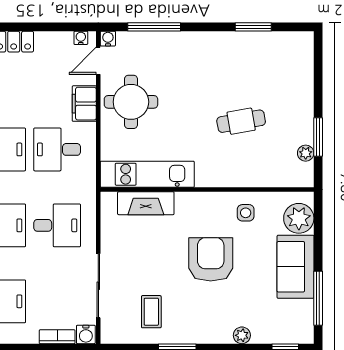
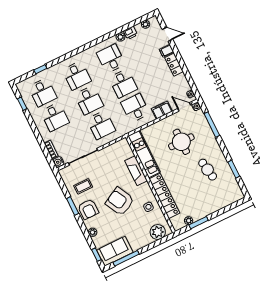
round table: (131, 102) -> (181, 142), moved
cafe table: (241, 121) -> (208, 170), moved
locker: (240, 175) -> (164, 196), added
fireplace: (146, 203) -> (136, 171), moved
armchair: (211, 259) -> (120, 201), turned -118
sofa: (296, 267) -> (115, 251), moved
armchair: (197, 323) -> (88, 209), added

